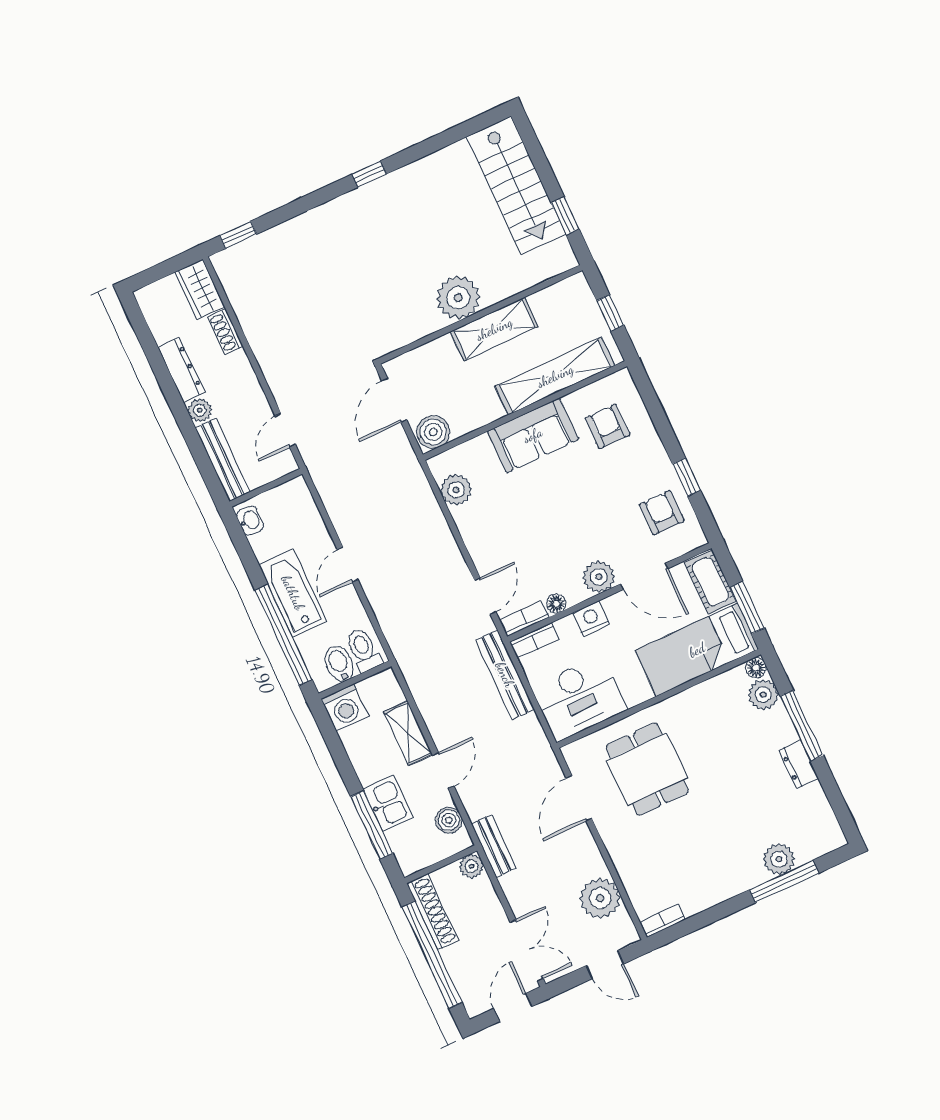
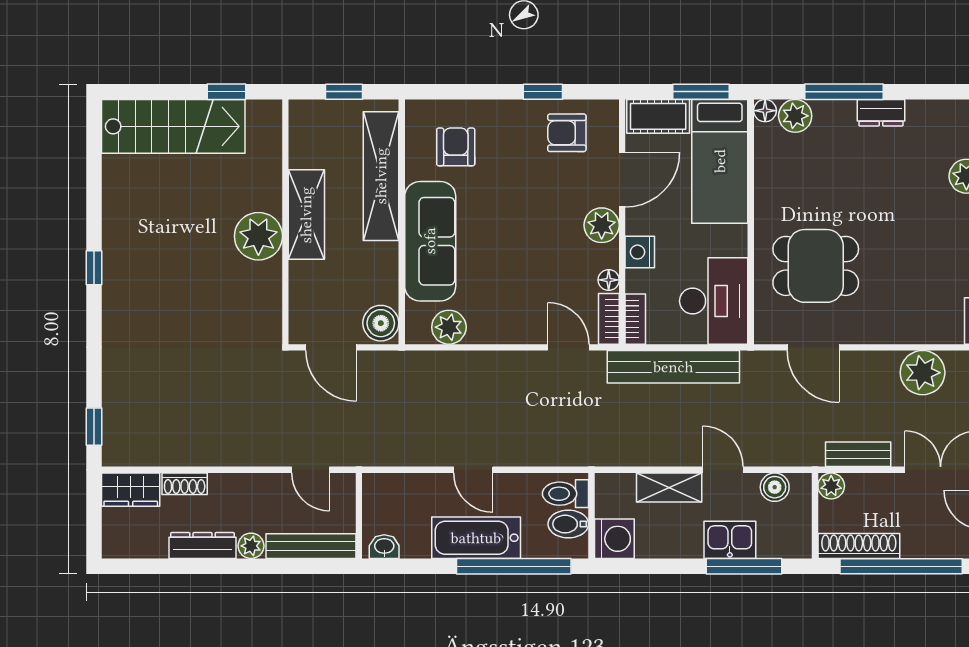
armchair: (608, 426) -> (456, 147), turned 90
sofa: (533, 435) -> (430, 241), width x1.36
bench: (505, 675) -> (673, 367), width x1.37, depth x1.21
bench: (494, 846) -> (858, 454), moved

